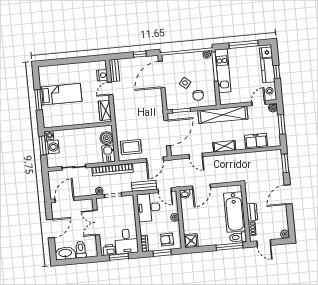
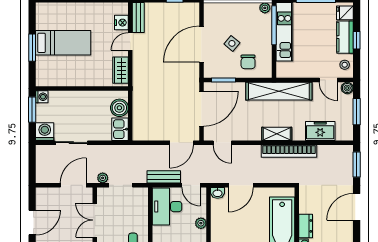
door: (162, 74) -> (202, 44), moved
door: (259, 103) -> (328, 80), swing flipped
washing machine: (52, 147) -> (45, 132), moved, turned -90
rug: (131, 147) -> (151, 123), removed
door: (196, 156) -> (222, 143), moved
bookcase: (112, 170) -> (289, 151), moved
door: (65, 200) -> (73, 185), moved

